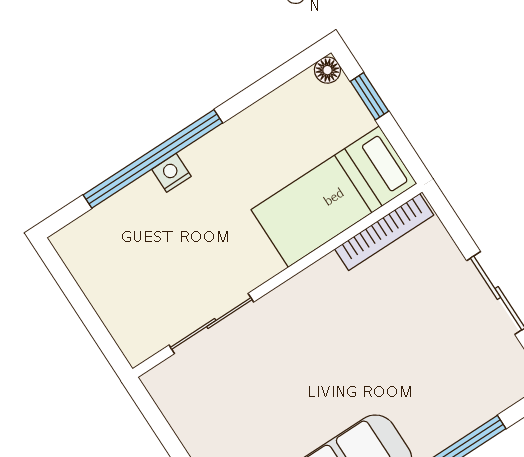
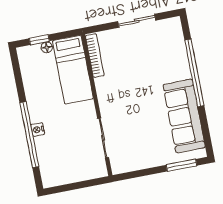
floor lamp: (327, 70) -> (47, 47), moved

